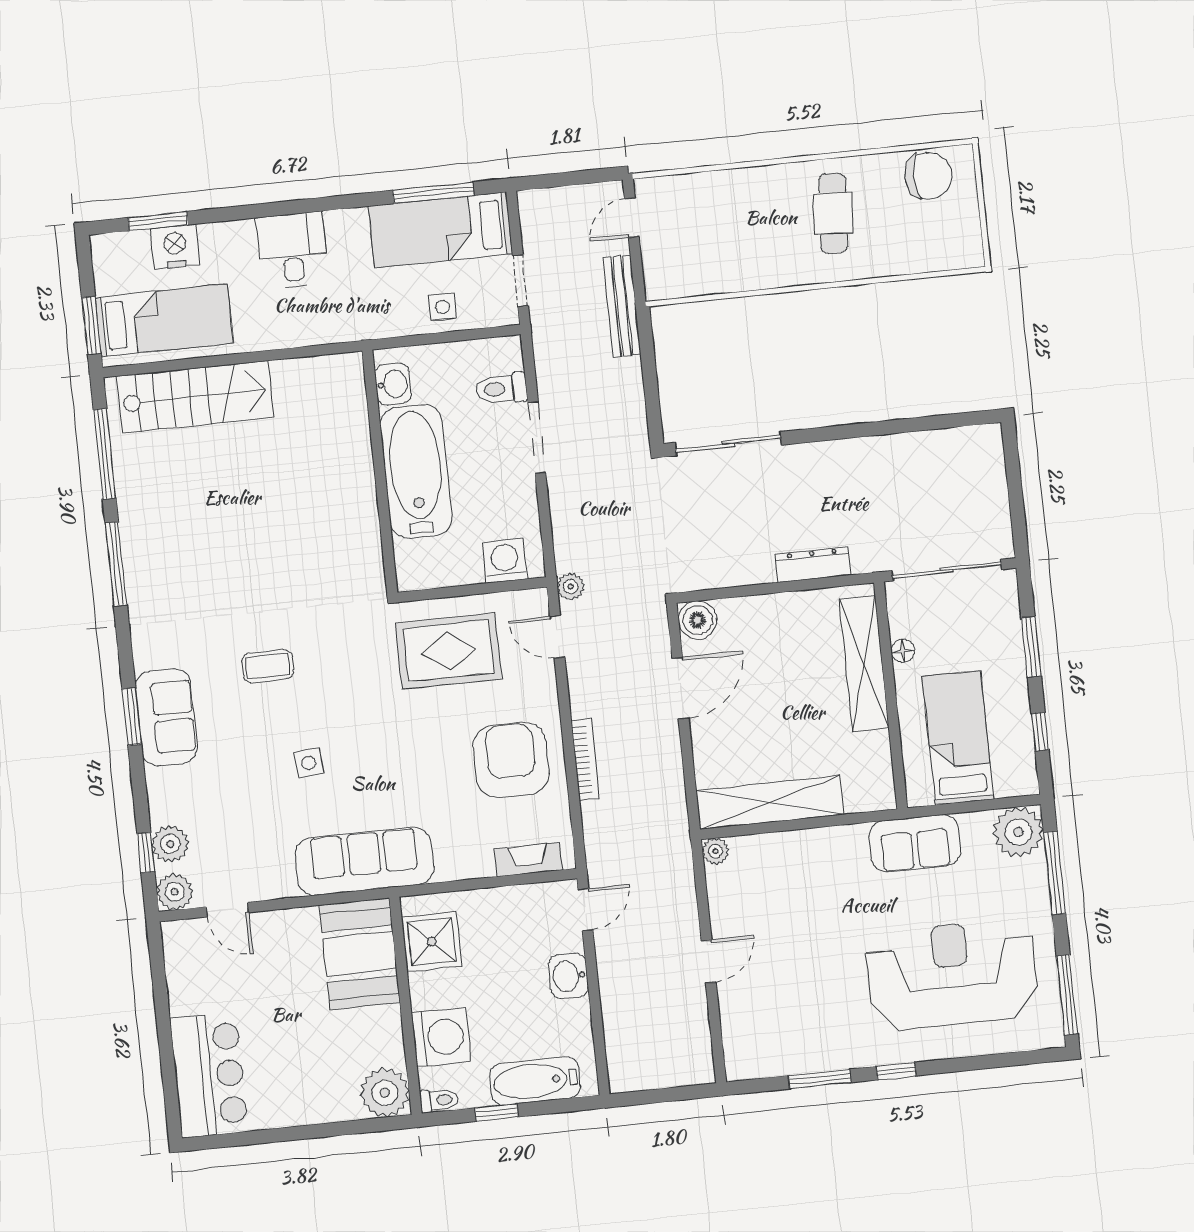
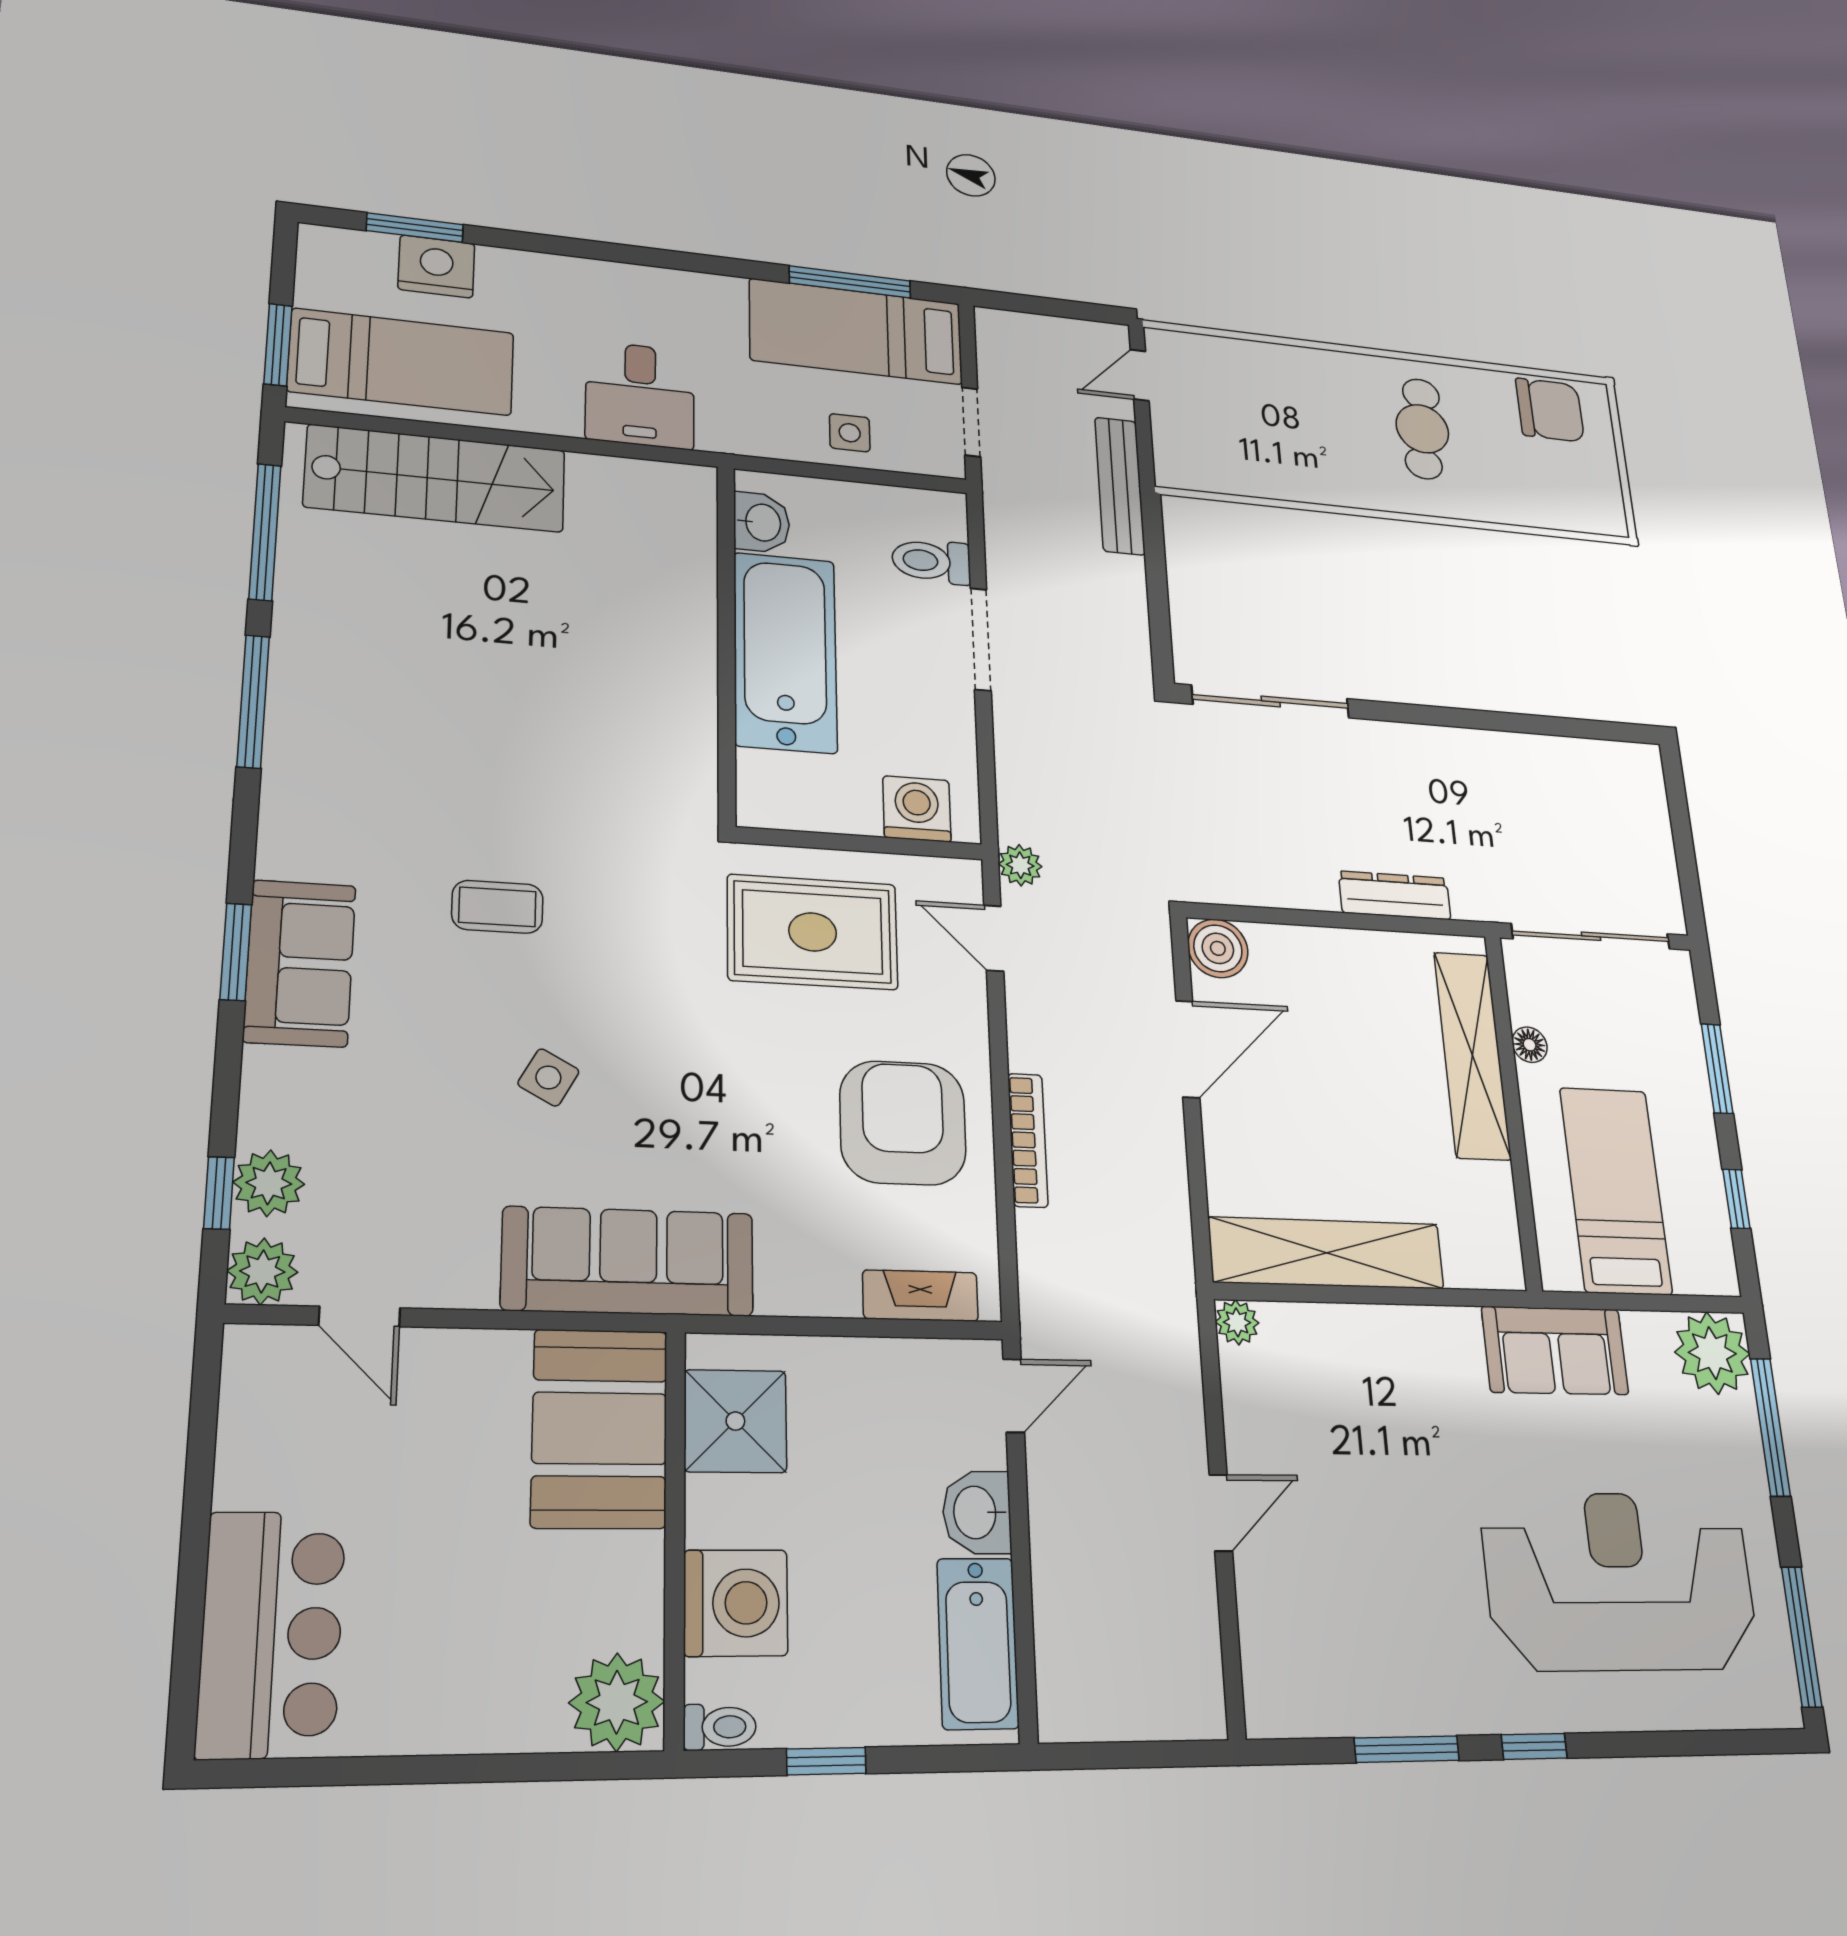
desk: (292, 250) -> (640, 395), moved, turned 180
side table: (309, 763) -> (548, 1077), turned 34
bathtub: (535, 1081) -> (978, 1643), moved, turned -90

